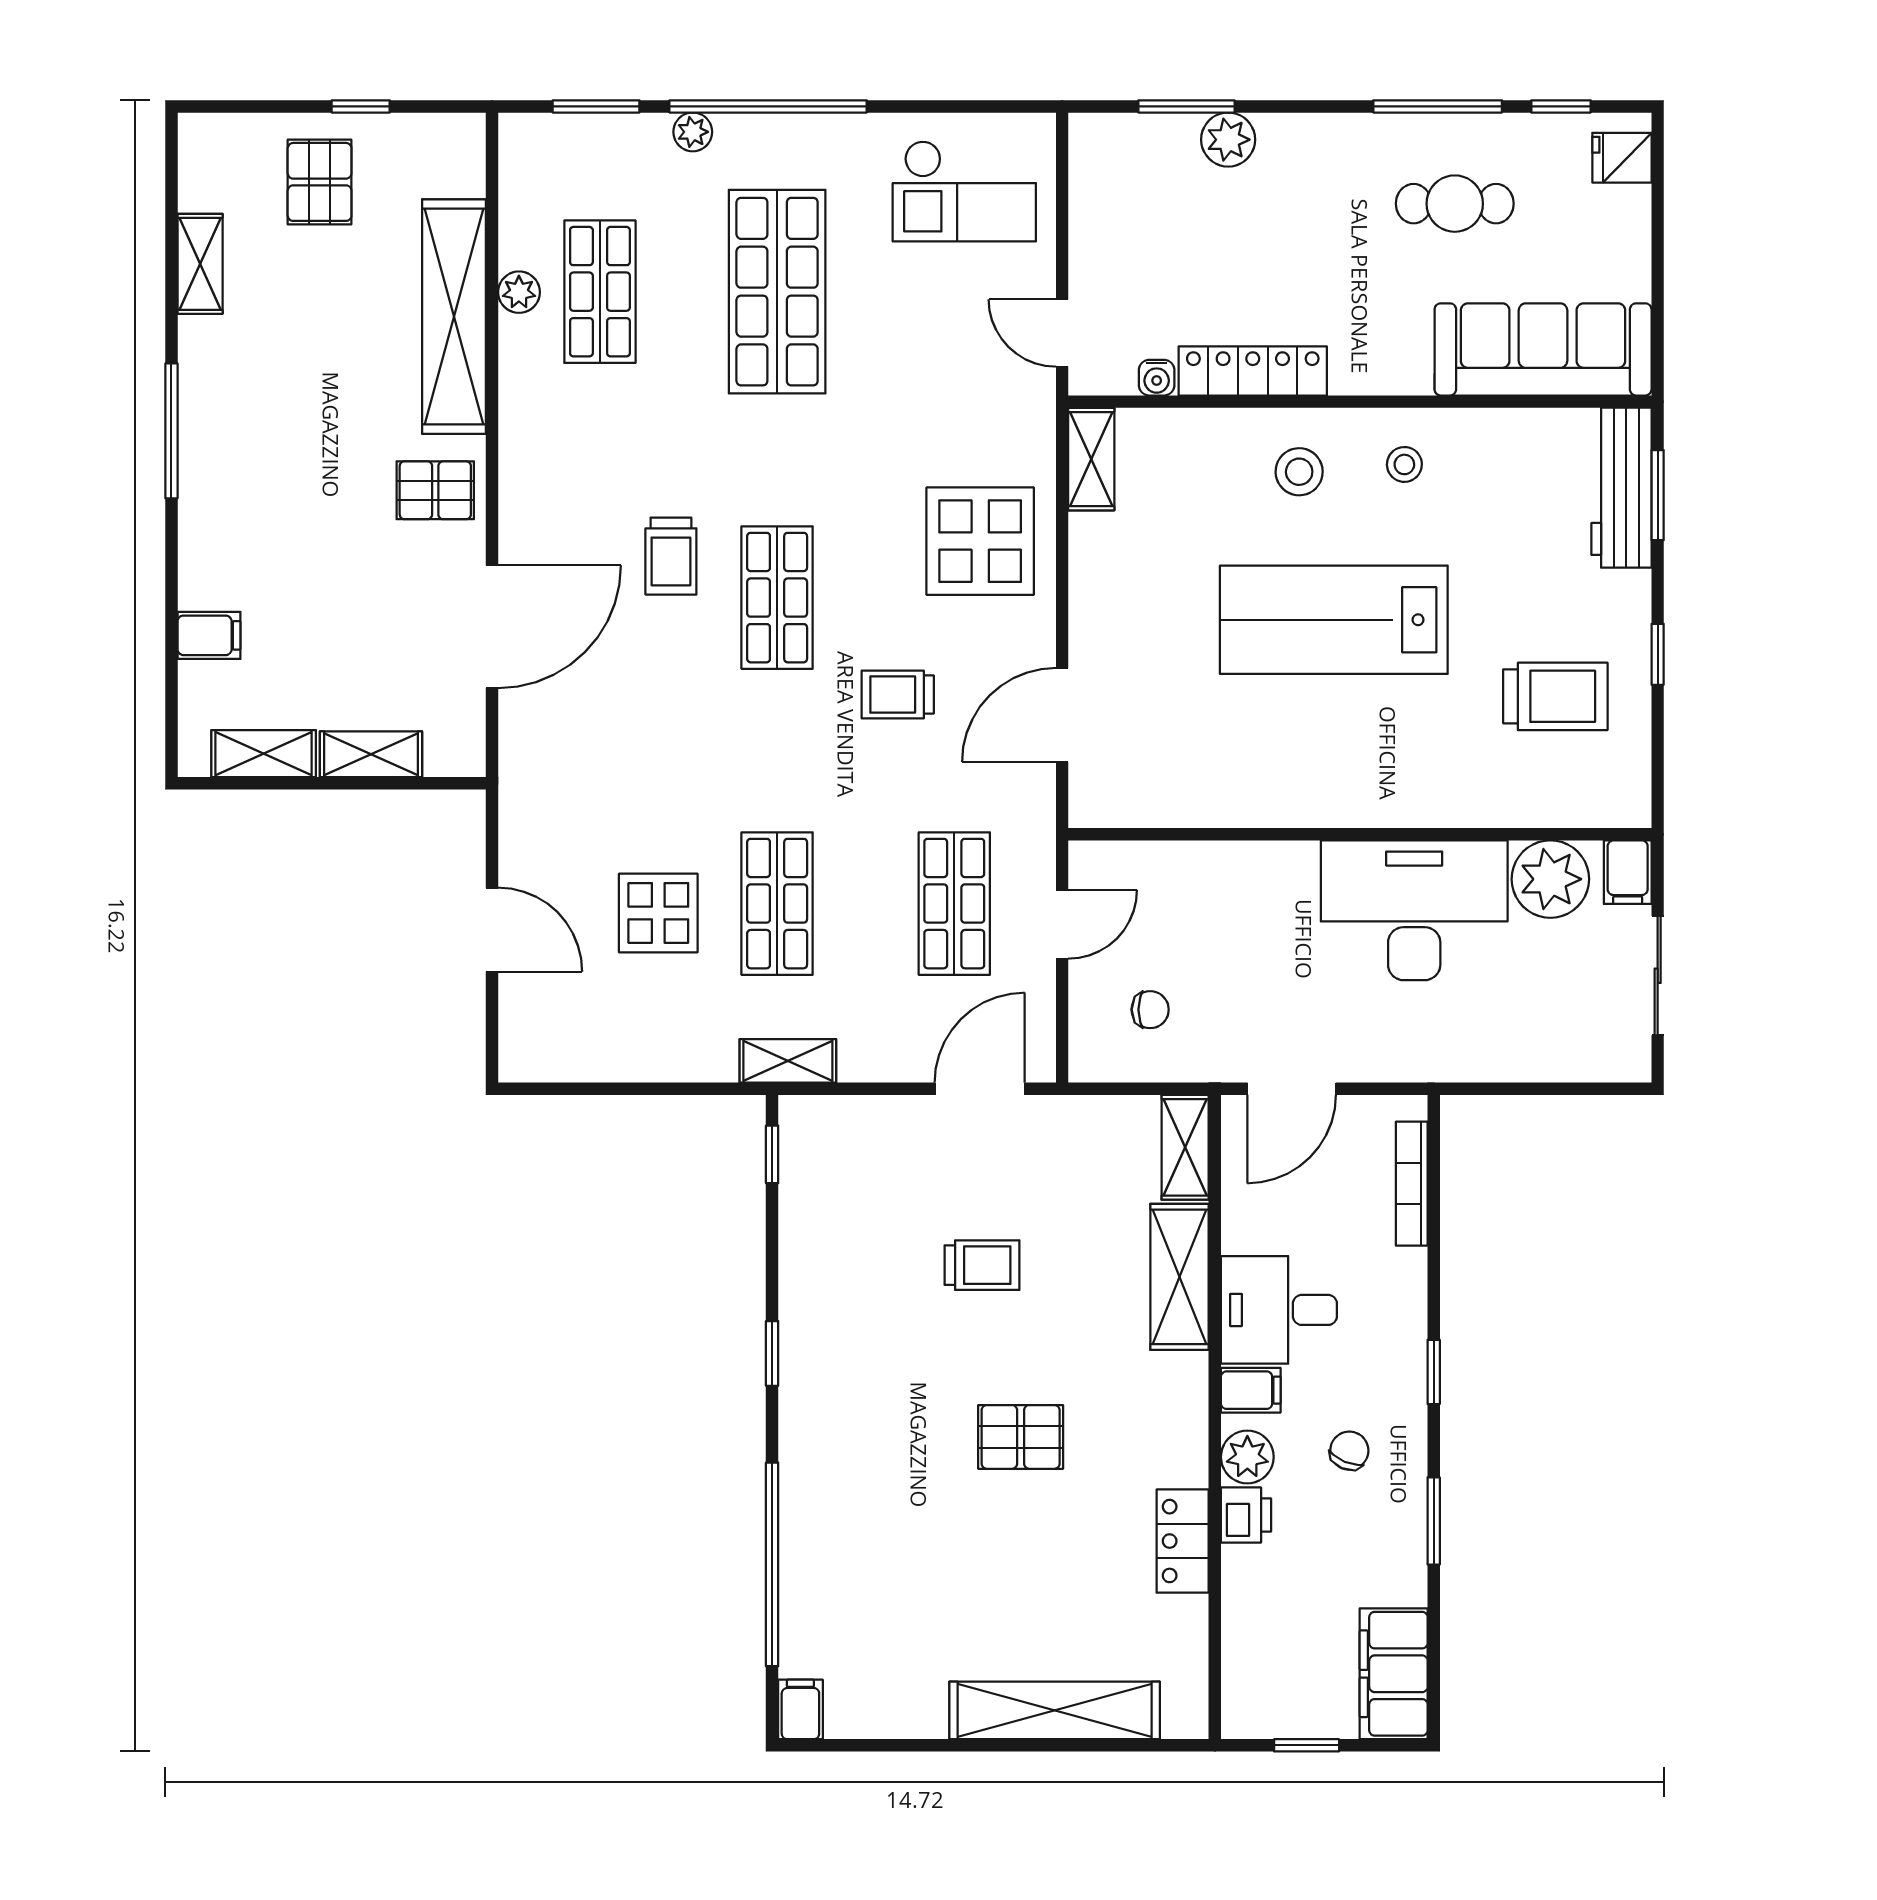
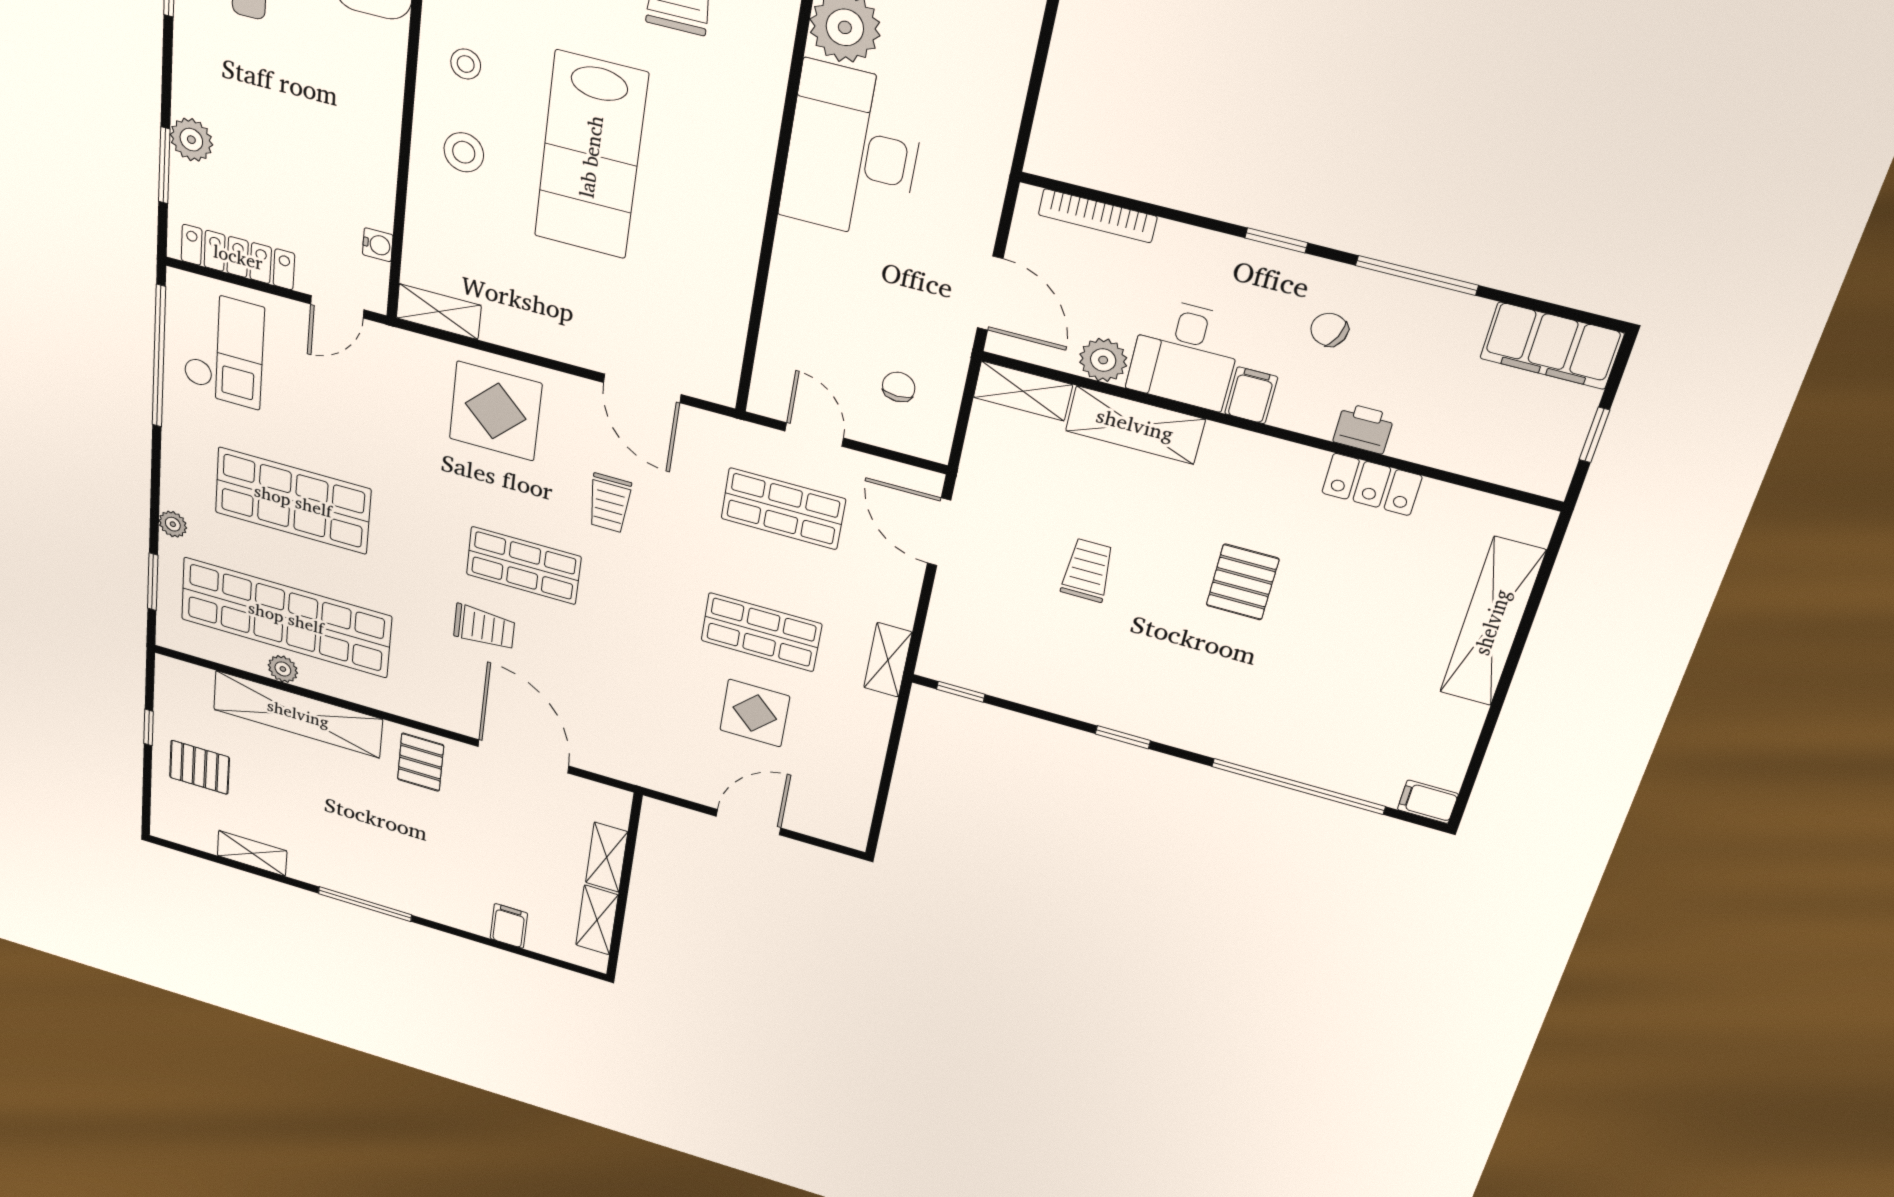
window: (768, 106) -> (159, 356), moved
shop shelf: (600, 292) -> (286, 618), width x2.00, depth x1.36
locker: (1253, 371) -> (238, 257), moved, turned 90
plant: (1247, 1457) -> (1103, 360), moved
window: (1434, 1521) -> (1417, 275), width x1.44

